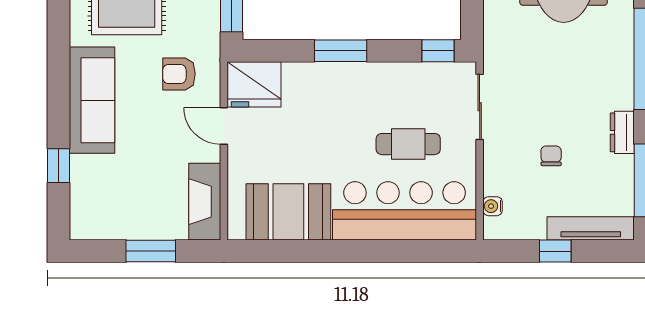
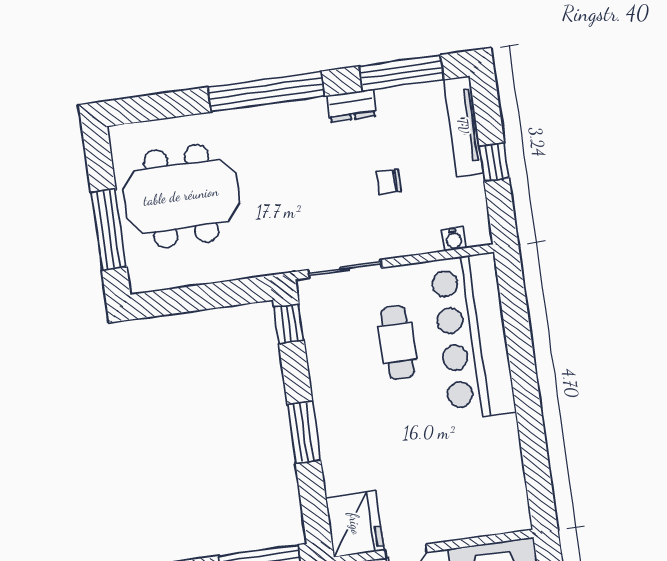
booth: (288, 212) -> (492, 466), removed

